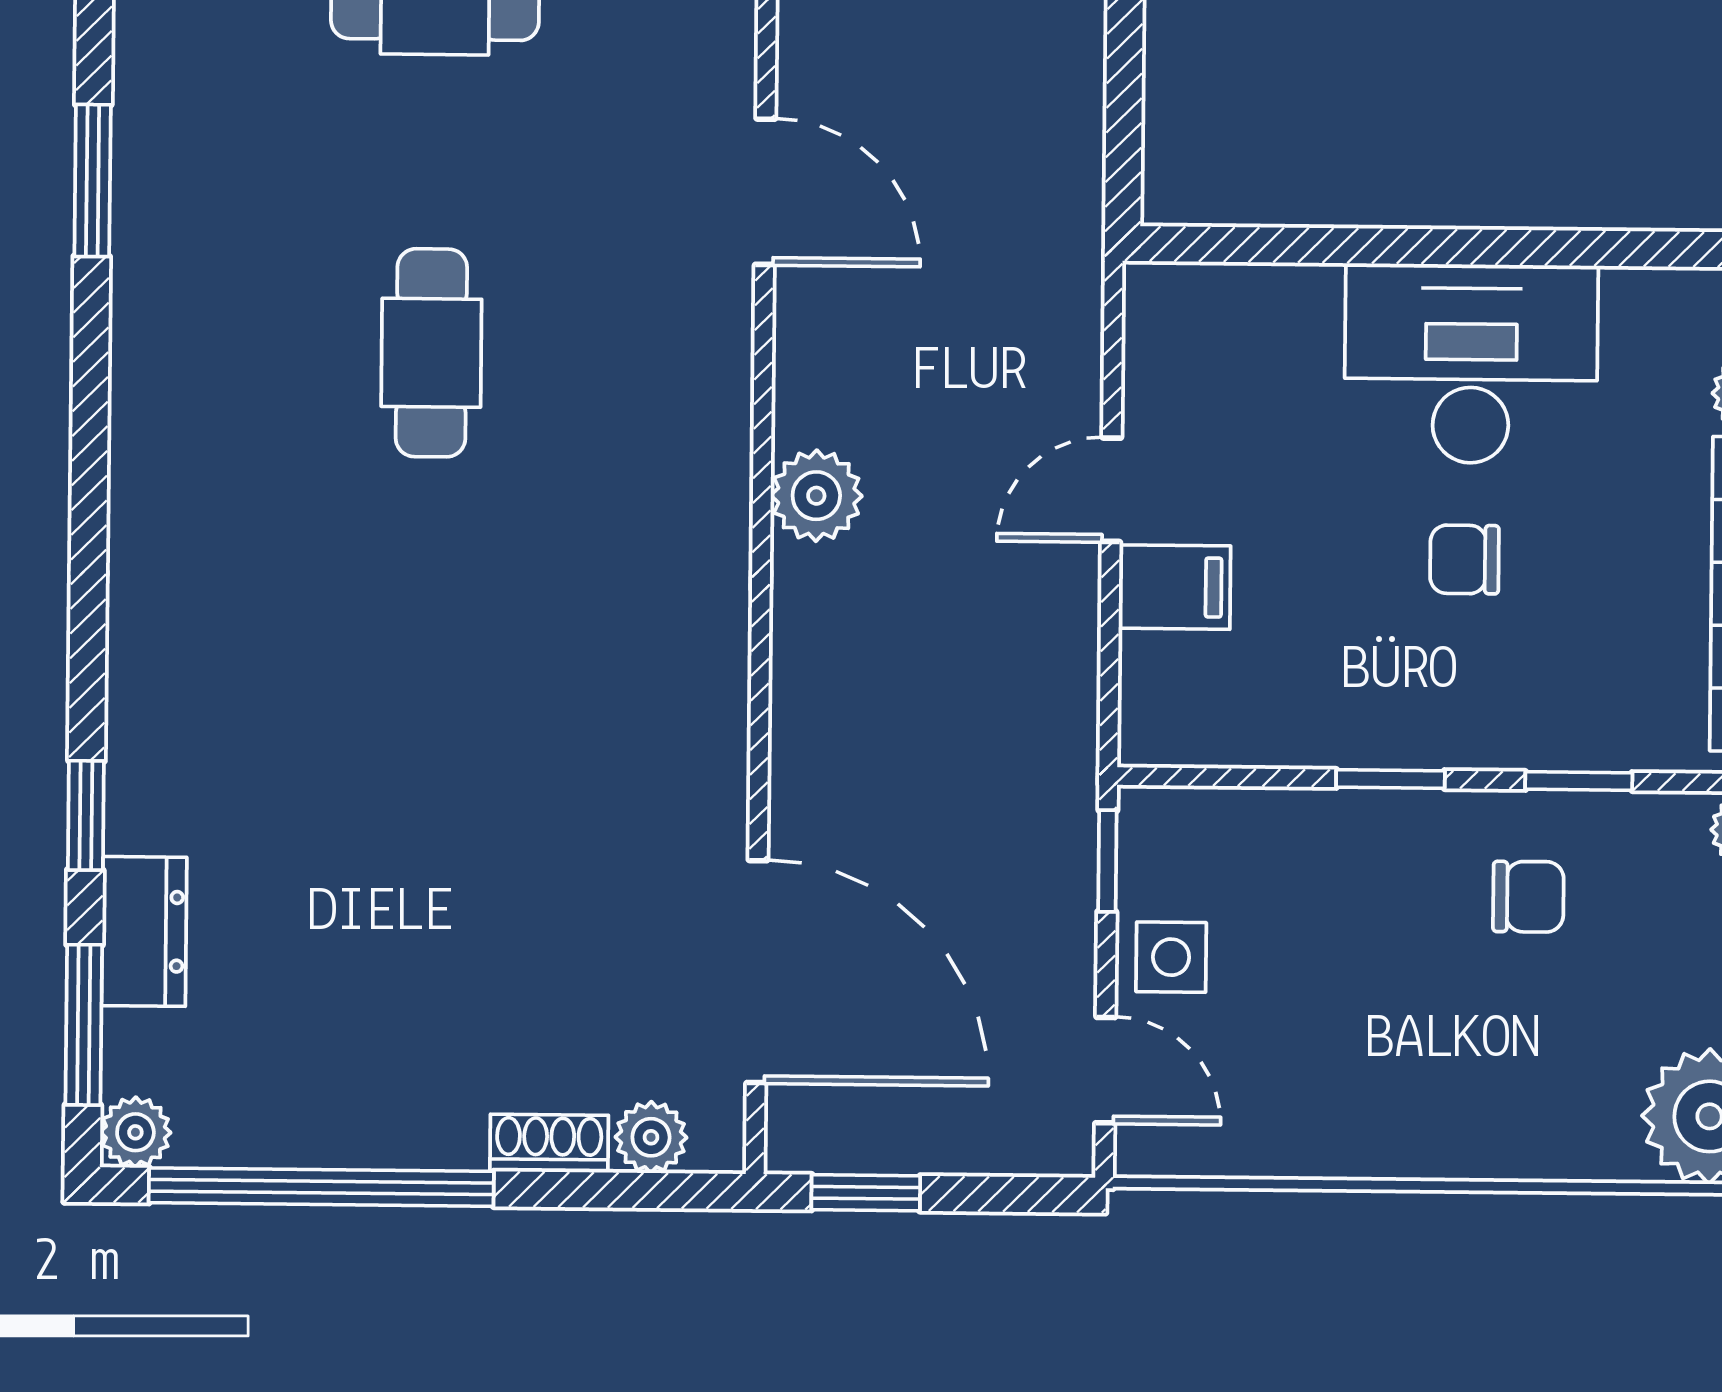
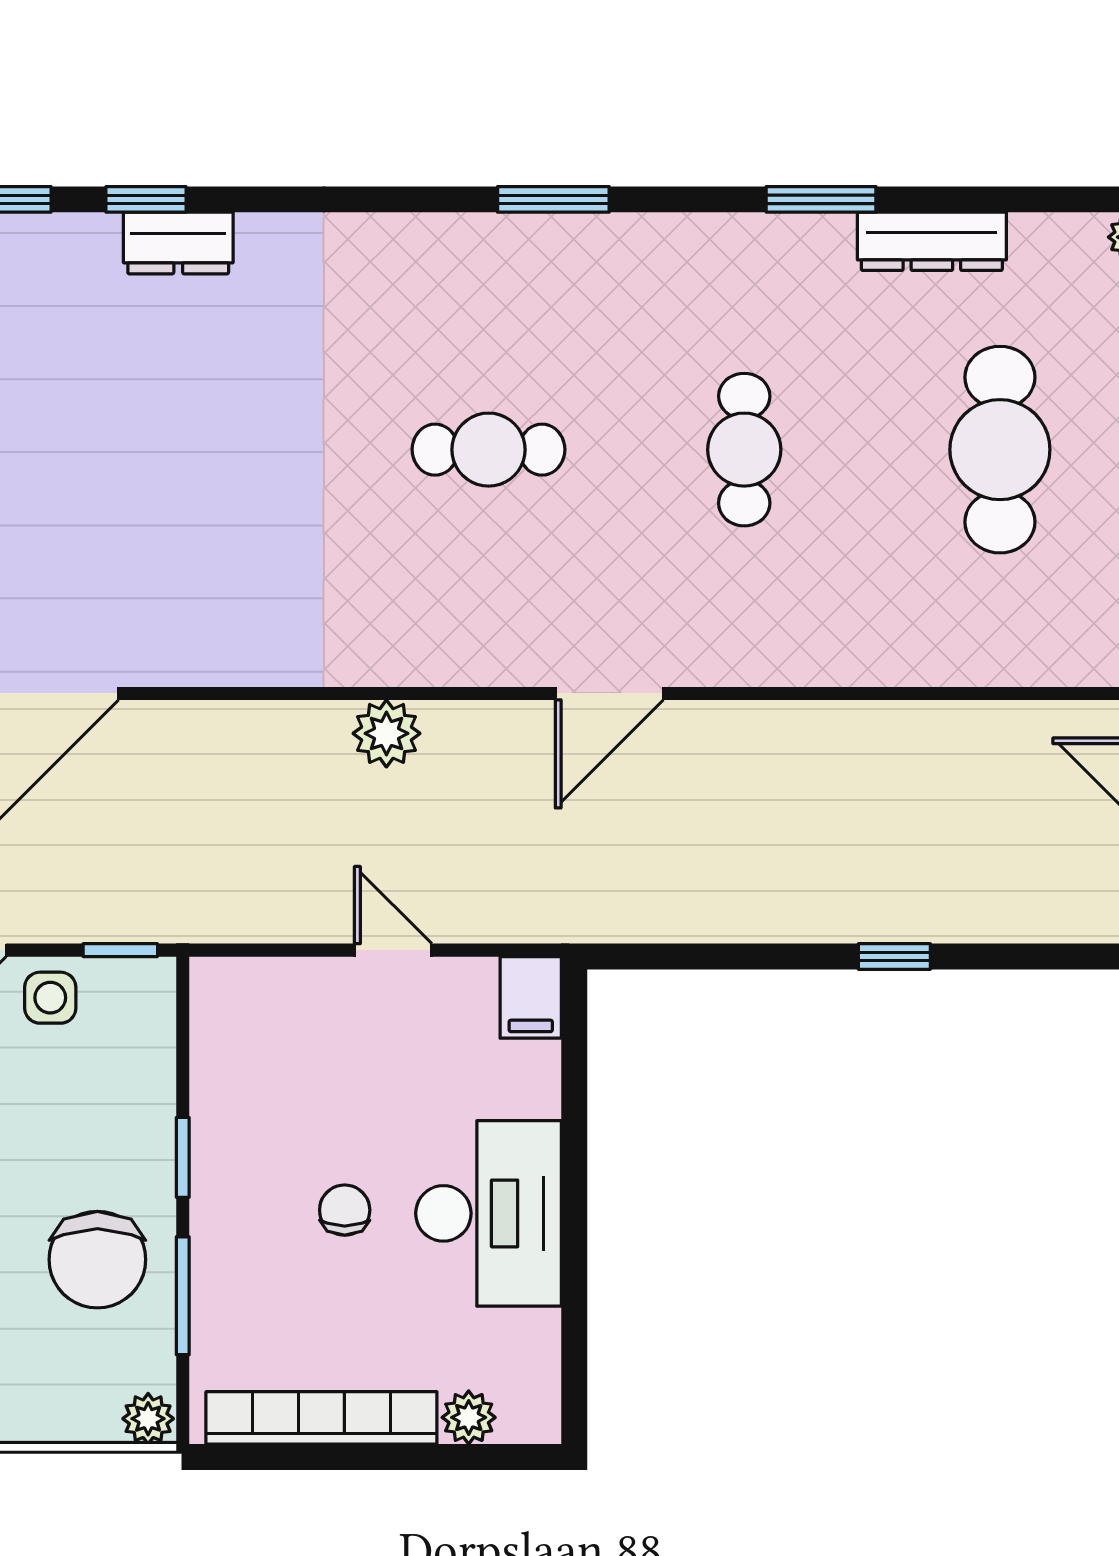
window: (93, 181) -> (553, 199), moved
filing cabinet: (1175, 587) -> (531, 997), moved
window: (1579, 781) -> (183, 1296), width x1.50
chair: (1528, 897) -> (97, 1260), width x1.87, depth x1.87
dresser: (144, 931) -> (178, 243), moved

